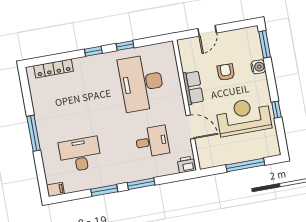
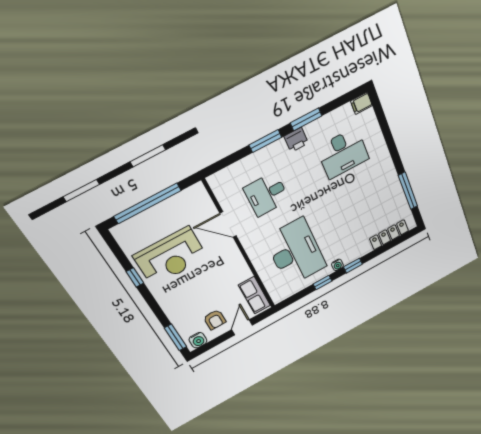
water cooler: (107, 57) -> (337, 265), added
water cooler: (258, 67) -> (198, 340), moved, turned -90
armchair: (226, 72) -> (215, 320), moved
row of seats: (193, 88) -> (255, 295), moved
window: (34, 133) -> (408, 191), moved
printer: (186, 165) -> (296, 140), moved
window: (245, 165) -> (148, 203), width x1.46

